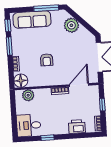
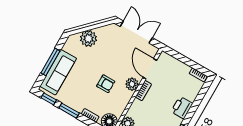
window: (46, 8) -> (50, 62), moved
plant: (59, 79) -> (132, 84), added
window: (102, 105) -> (183, 59), removed
printer: (77, 127) -> (182, 108), moved

